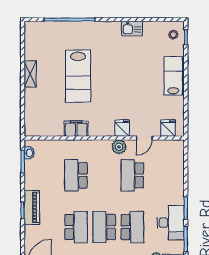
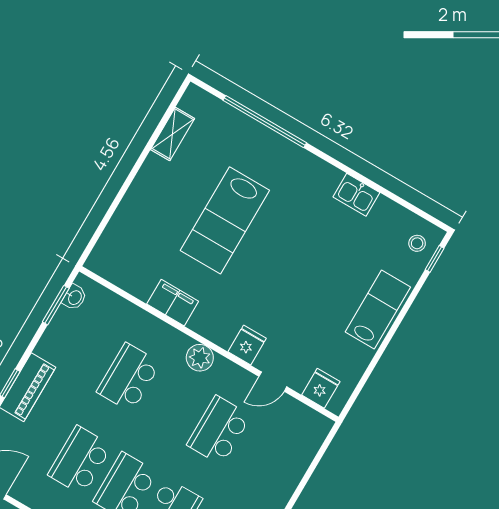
shelving: (30, 74) -> (172, 134), moved
plant: (119, 147) -> (200, 358), moved
school desk: (76, 227) -> (80, 460), turned 180

